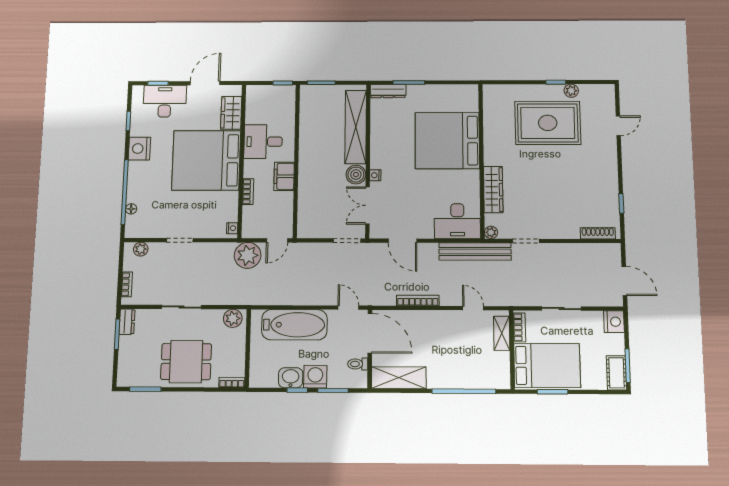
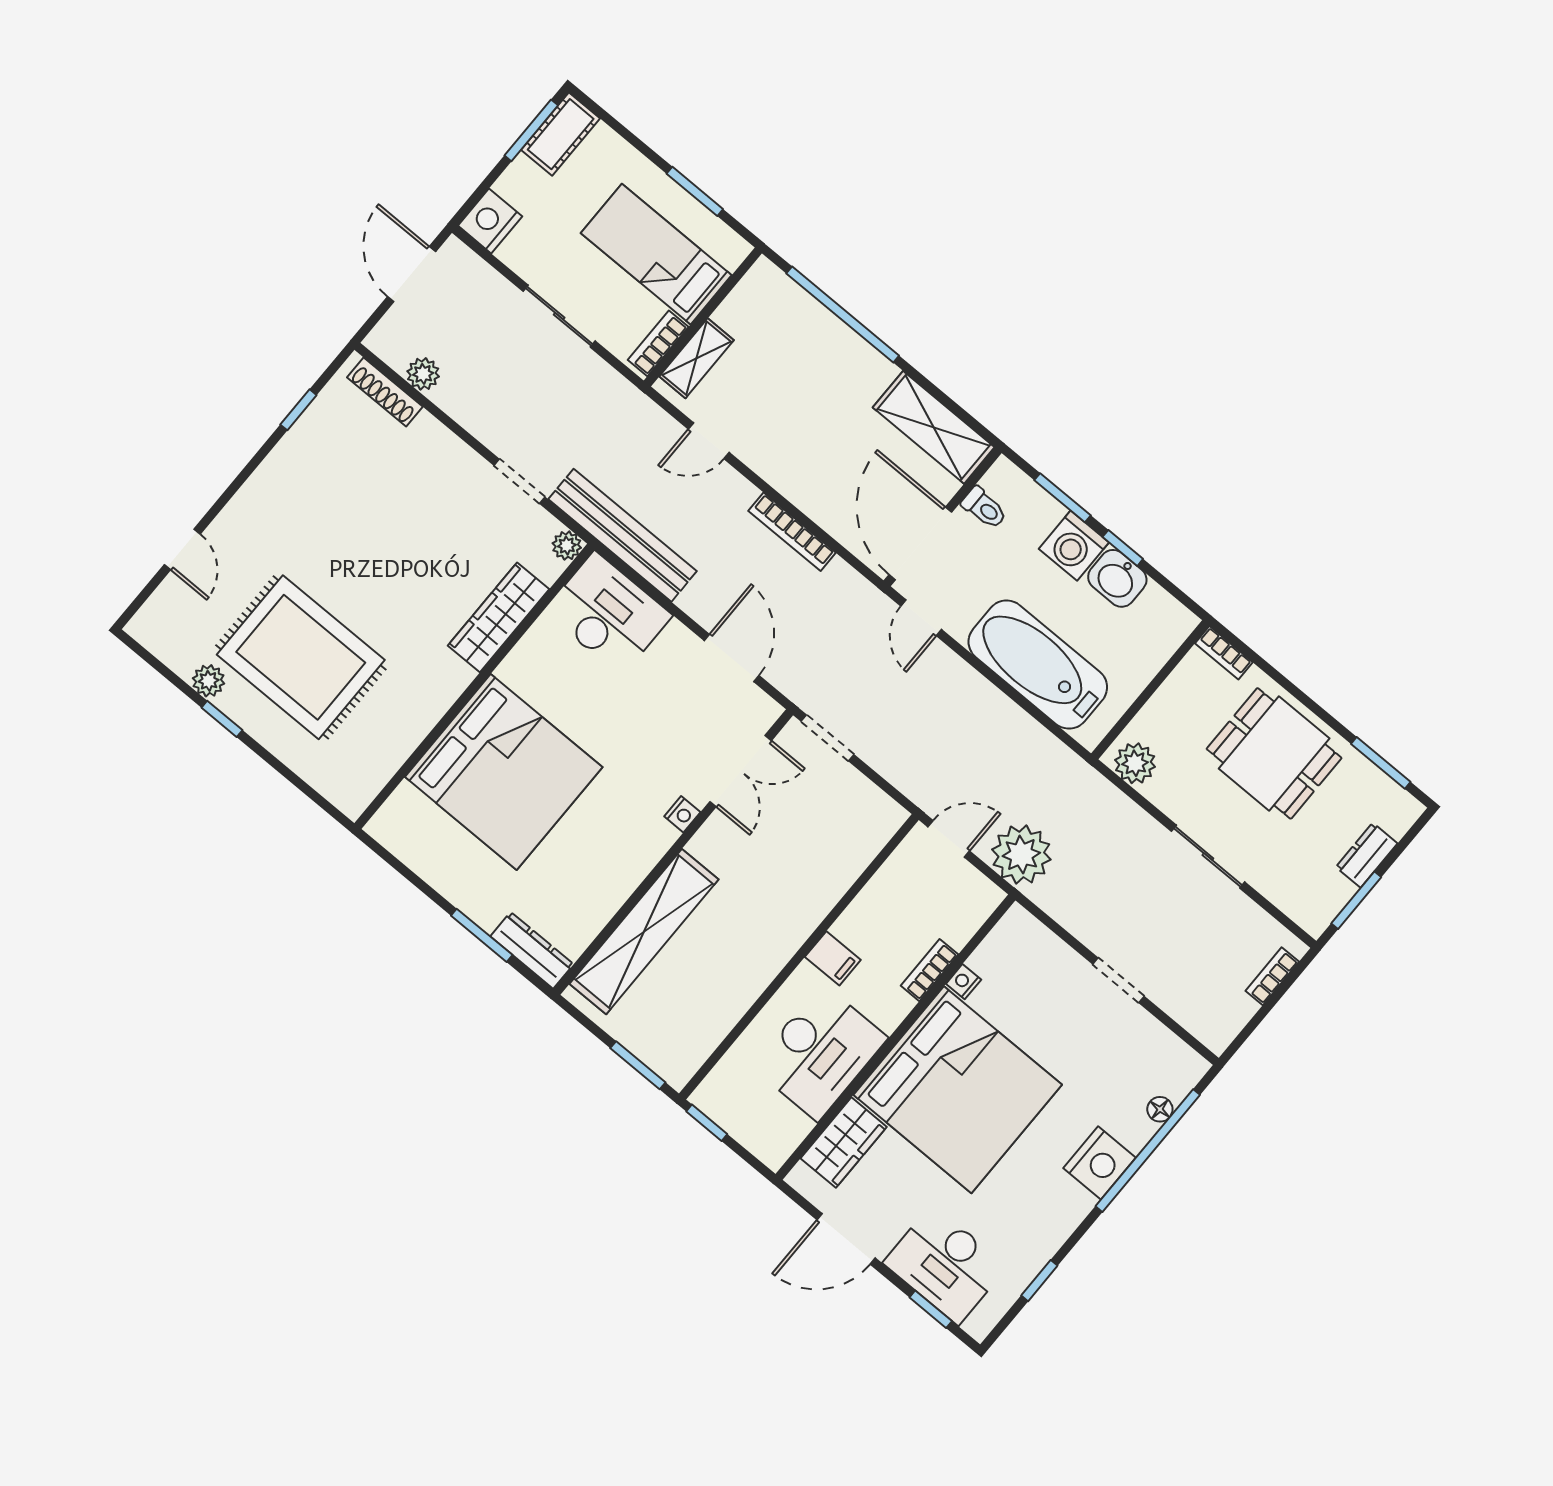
door: (618, 126) -> (182, 549), swing flipped
desk: (263, 142) -> (820, 1052), width x1.37
nightstand: (139, 149) -> (1100, 1163), moved
boiler: (356, 175) -> (715, 844), removed
filing cabinet: (284, 176) -> (833, 958), width x0.50
nightstand: (232, 228) -> (964, 982), moved
plant: (141, 249) -> (423, 374), moved
door: (473, 308) -> (709, 441), hinge flipped
dresser: (127, 322) -> (1367, 855), moved
bed: (547, 366) -> (656, 254), width x0.67

